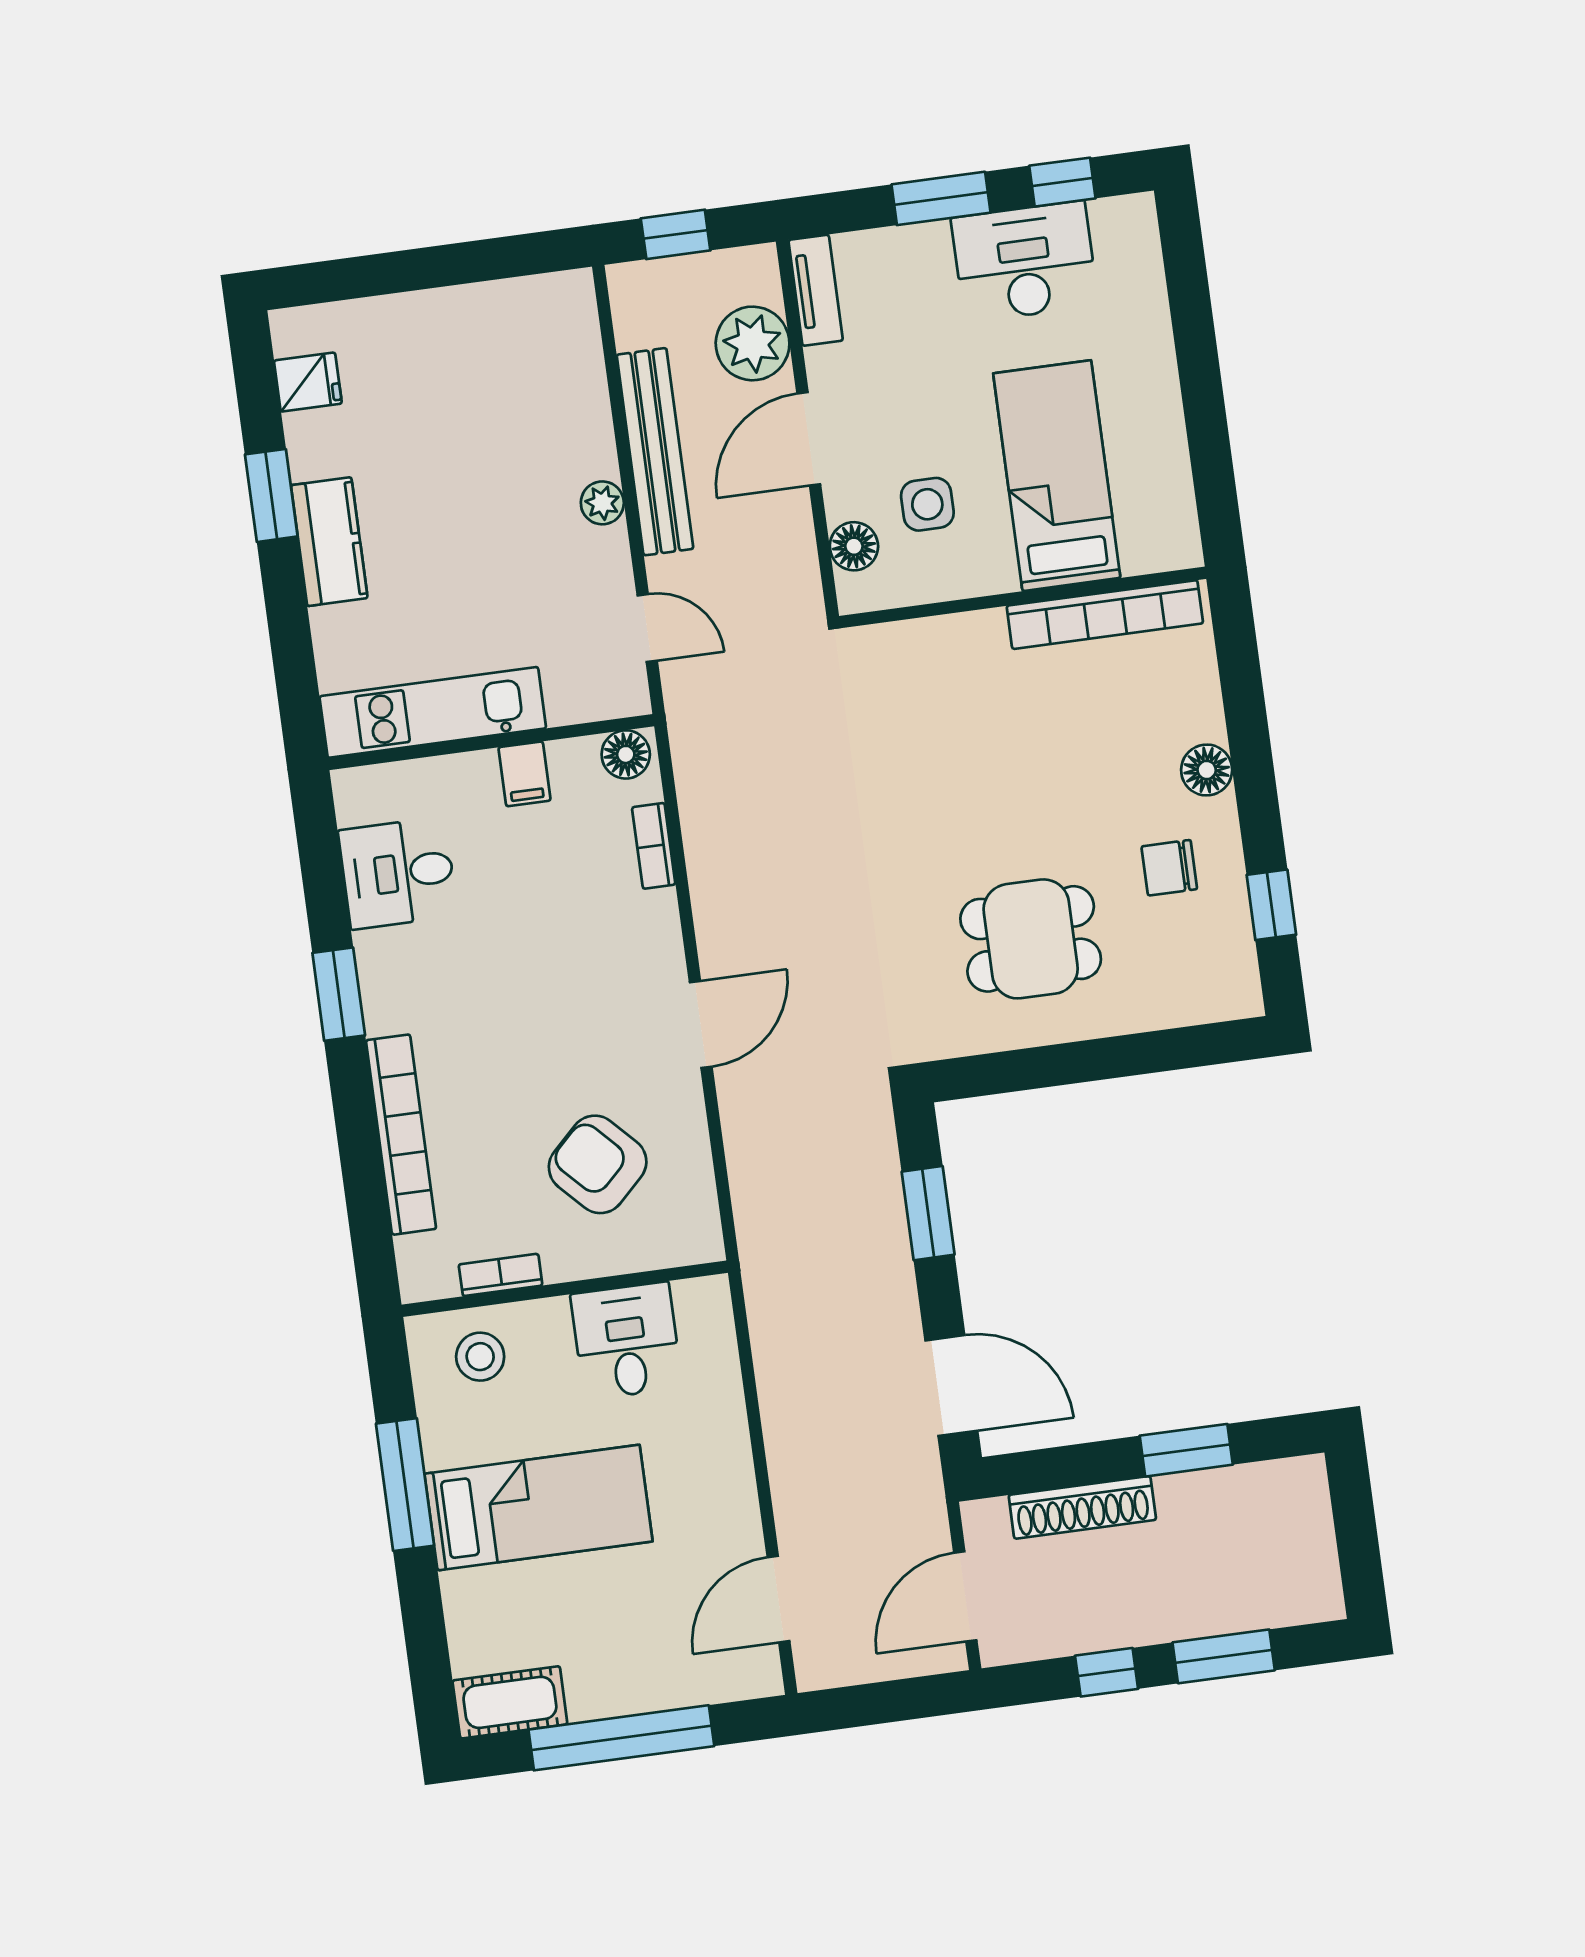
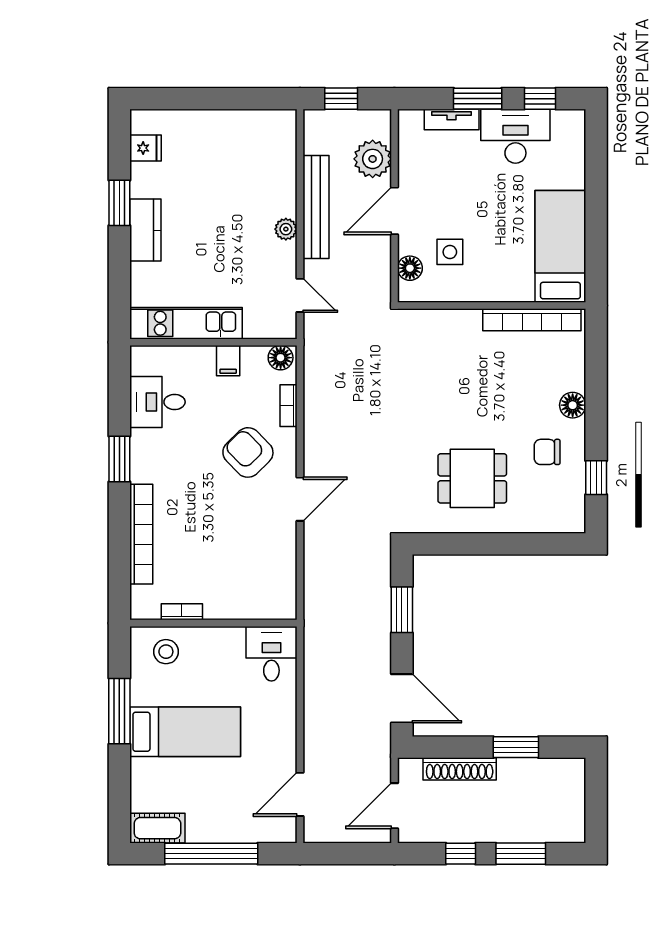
tv unit: (816, 290) -> (452, 120), moved, turned 90
bed: (1057, 476) -> (560, 246), moved
armchair: (598, 1164) -> (248, 452), moved
desk: (626, 1341) -> (271, 654), moved

